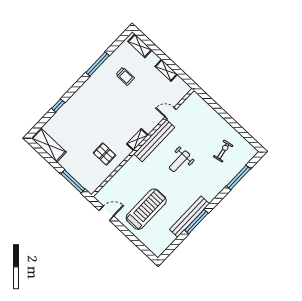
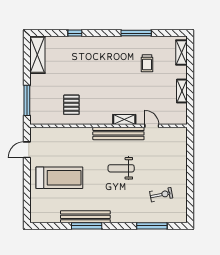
shelving: (137, 140) -> (124, 120), moved
door: (106, 213) -> (27, 150), swing flipped

